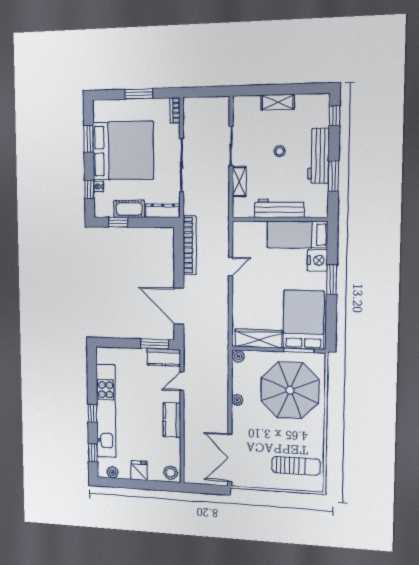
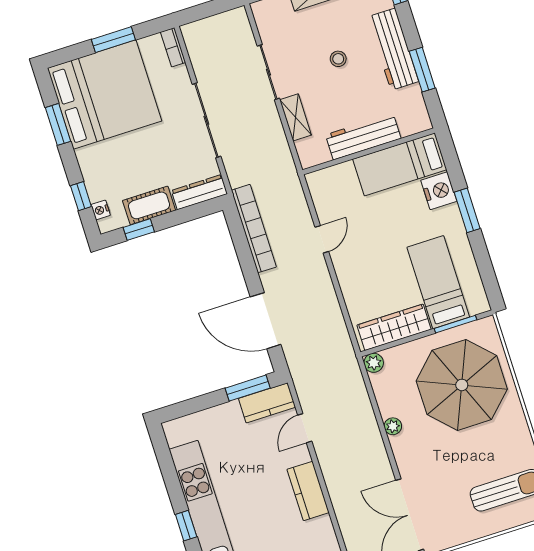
bed: (123, 151) -> (105, 95), moved
nightstand: (99, 187) -> (101, 210), moved
bed: (304, 320) -> (438, 282), width x0.67

